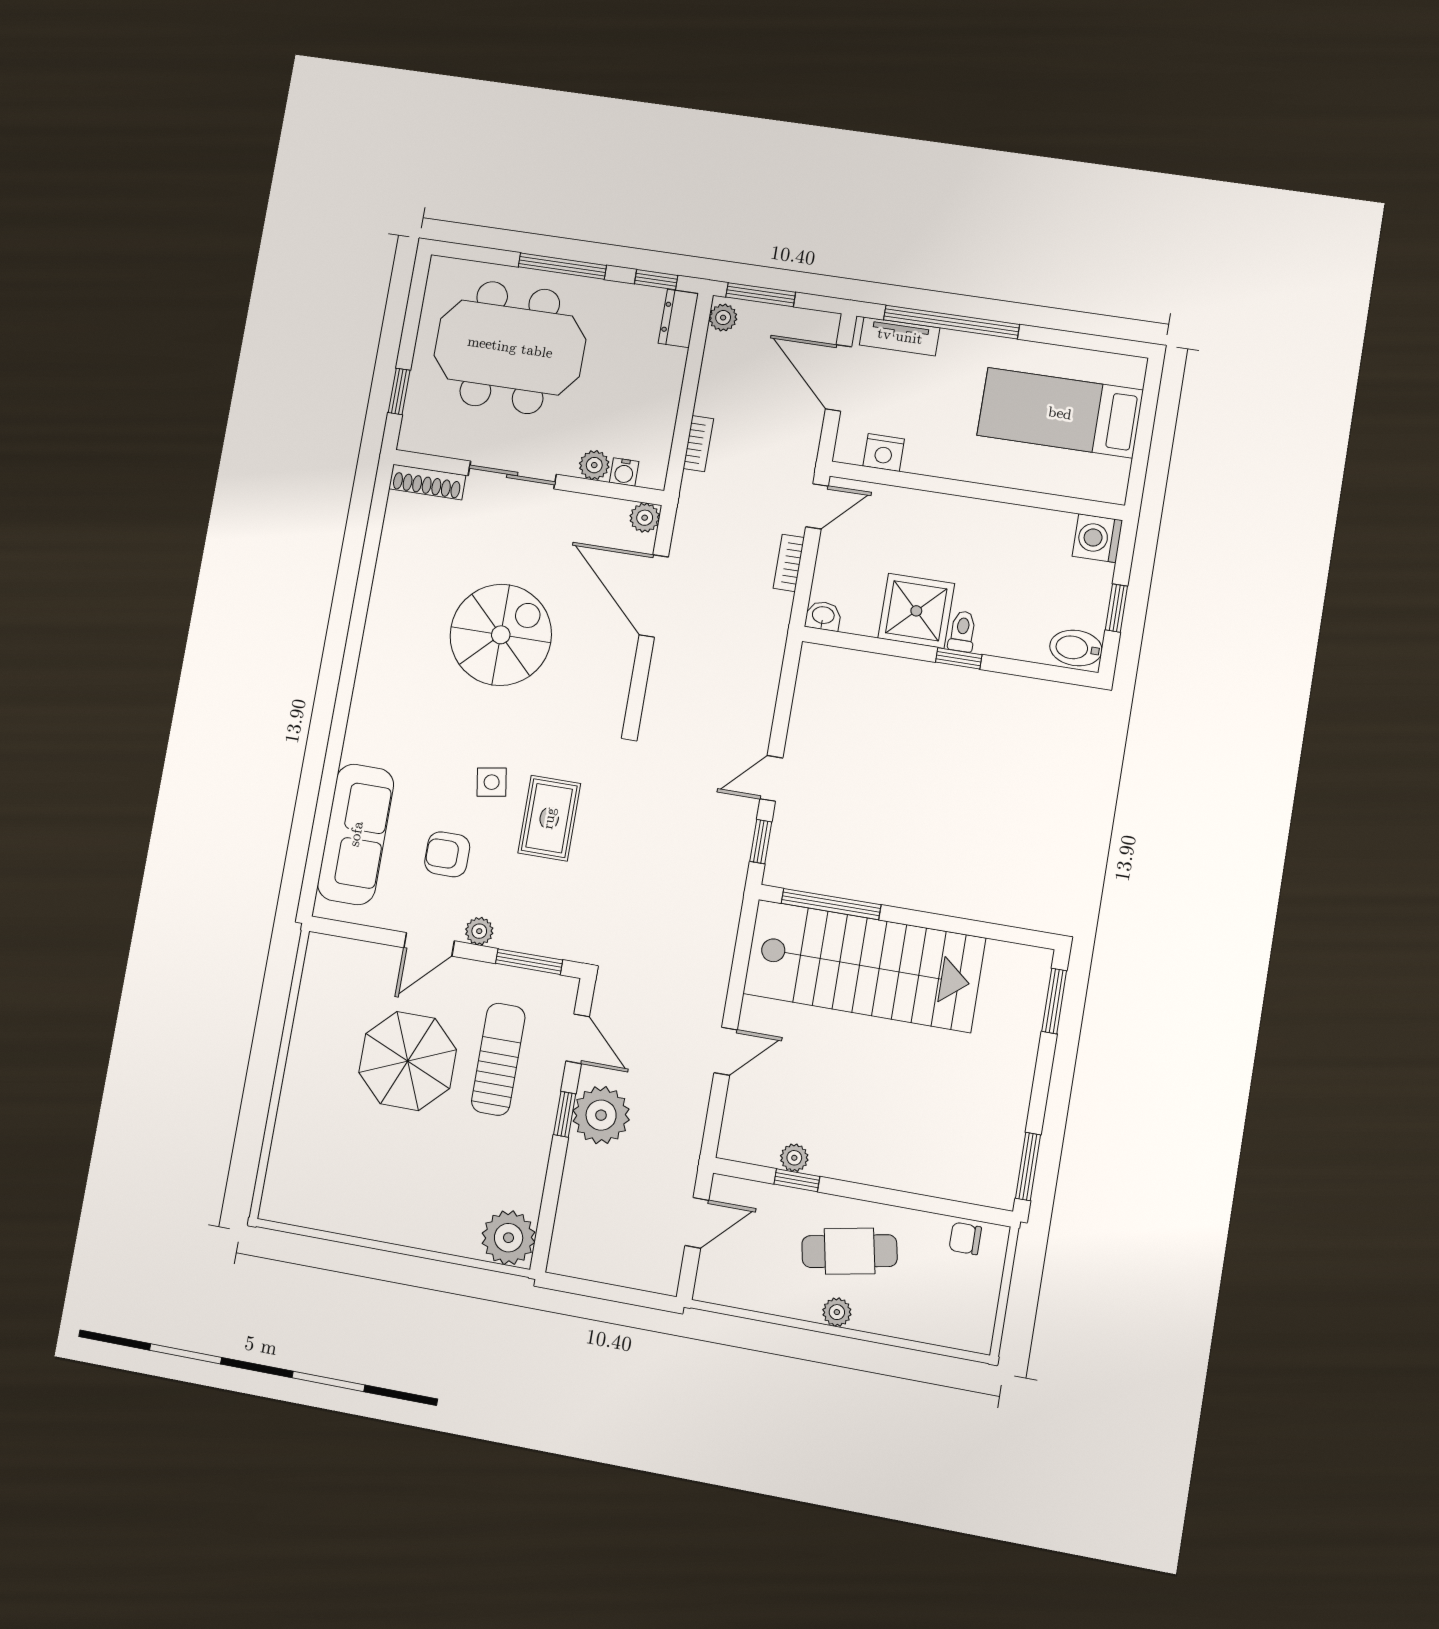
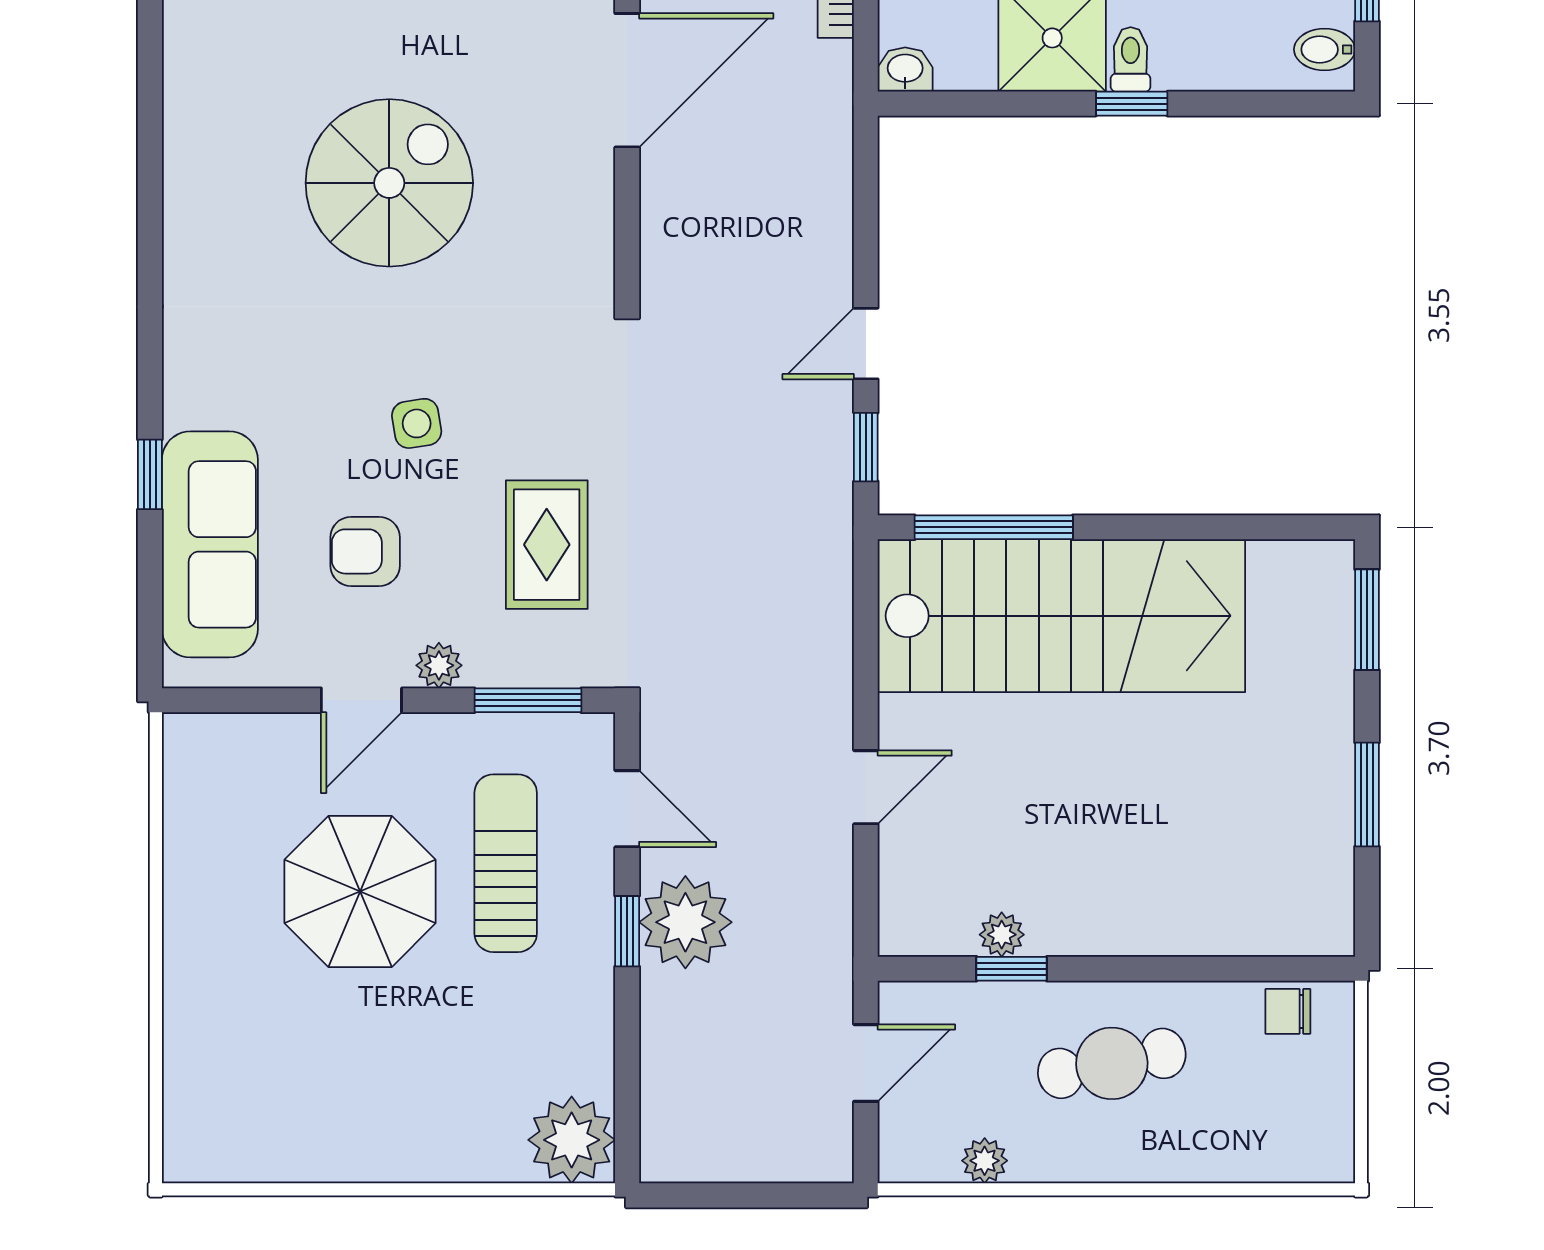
door: (654, 596) -> (627, 80), swing flipped
bidet: (1076, 648) -> (1324, 49), width x0.72, depth x0.74
window: (328, 786) -> (150, 474), added
rug: (549, 818) -> (547, 545), moved
window: (1028, 1167) -> (1367, 795), moved
plant: (837, 1312) -> (985, 1161), moved

